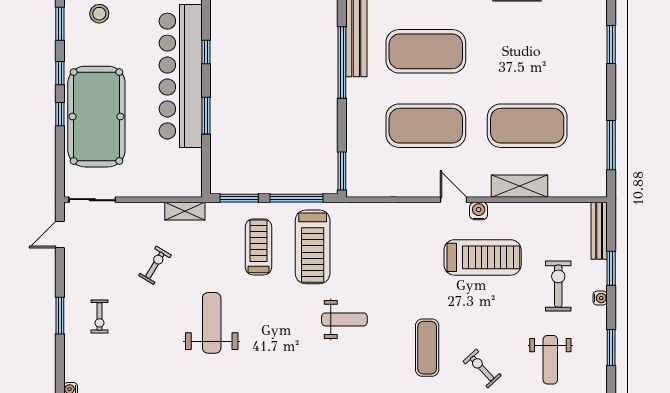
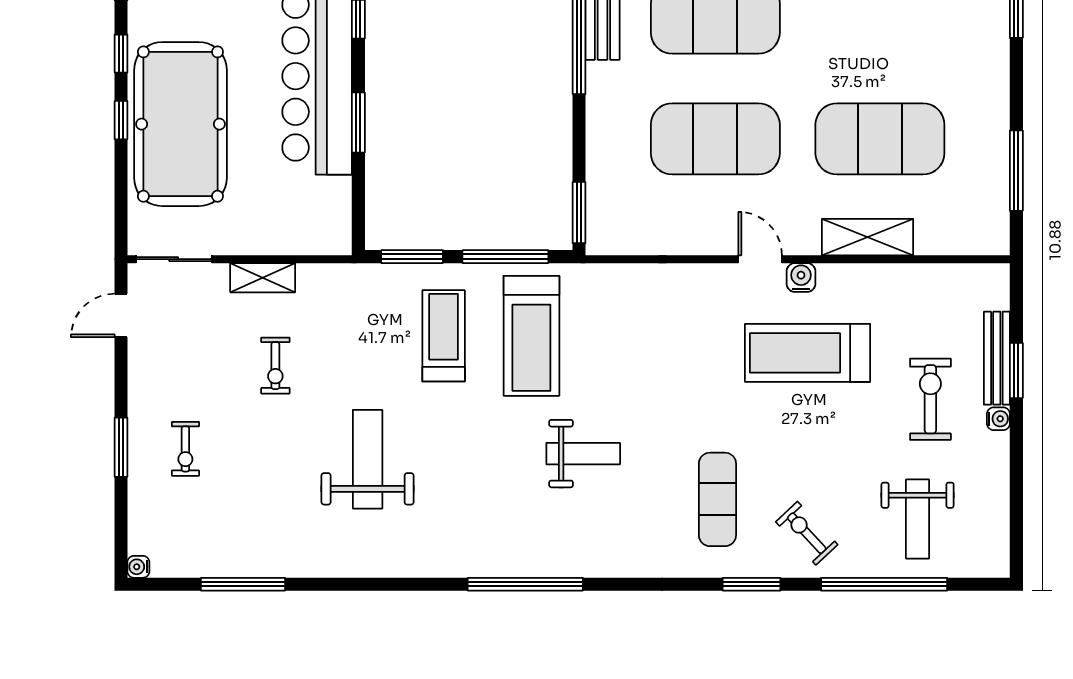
shelving: (185, 211) -> (263, 278), moved
bench: (599, 231) -> (997, 358), moved
treadmill: (483, 257) -> (808, 353), turned 180
exercise bike: (155, 265) -> (275, 366), turned 149
window: (611, 347) -> (1016, 499), removed

